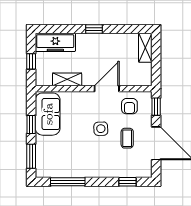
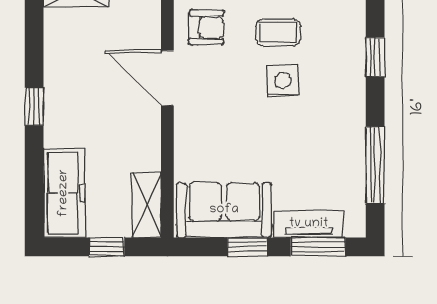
shelving: (67, 79) -> (147, 205), moved
side table: (101, 129) -> (283, 80), moved
tv unit: (41, 152) -> (309, 224), added
window: (128, 182) -> (375, 57), moved

